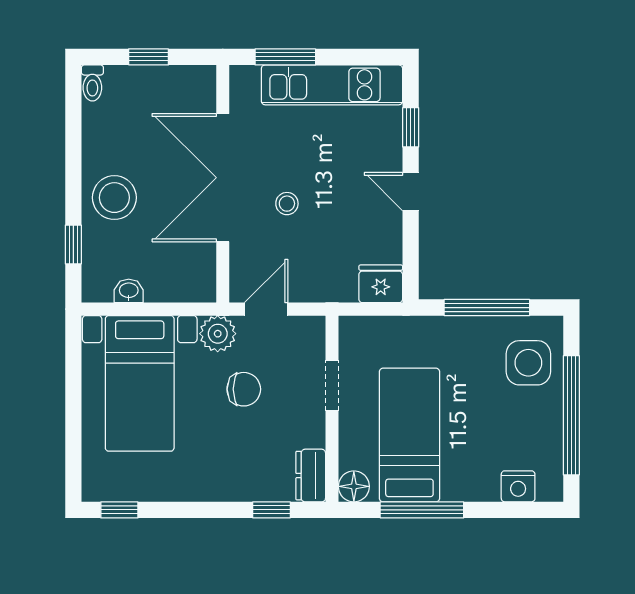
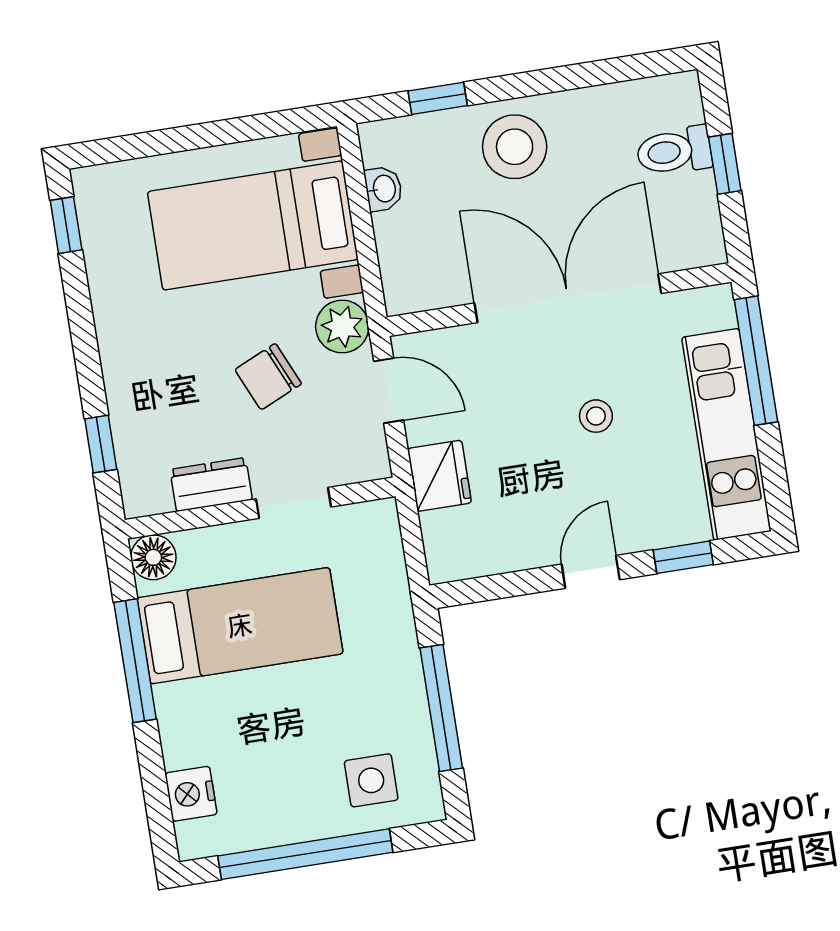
window: (285, 57) -> (756, 361), width x1.44
toilet: (92, 83) -> (674, 151), moved, width x1.37, depth x1.39
stool: (287, 204) -> (596, 416), moved
fridge: (381, 284) -> (439, 476), moved
side table: (528, 363) -> (371, 780), width x0.73, depth x0.73
chair: (244, 389) -> (268, 377), turned 66
dresser: (311, 476) -> (211, 485), moved

